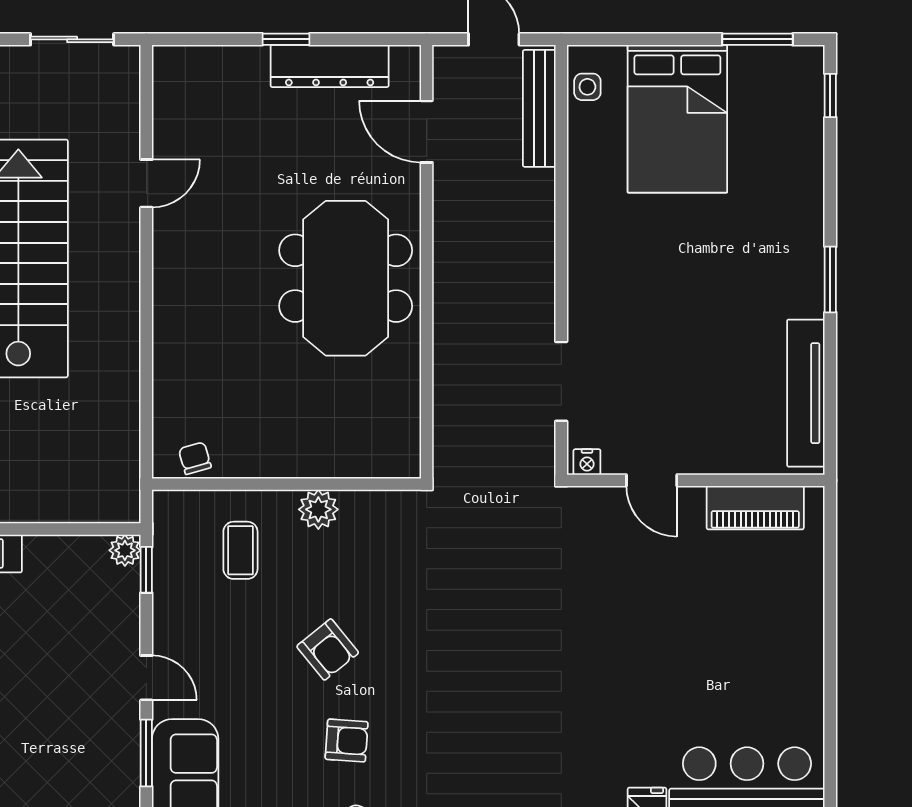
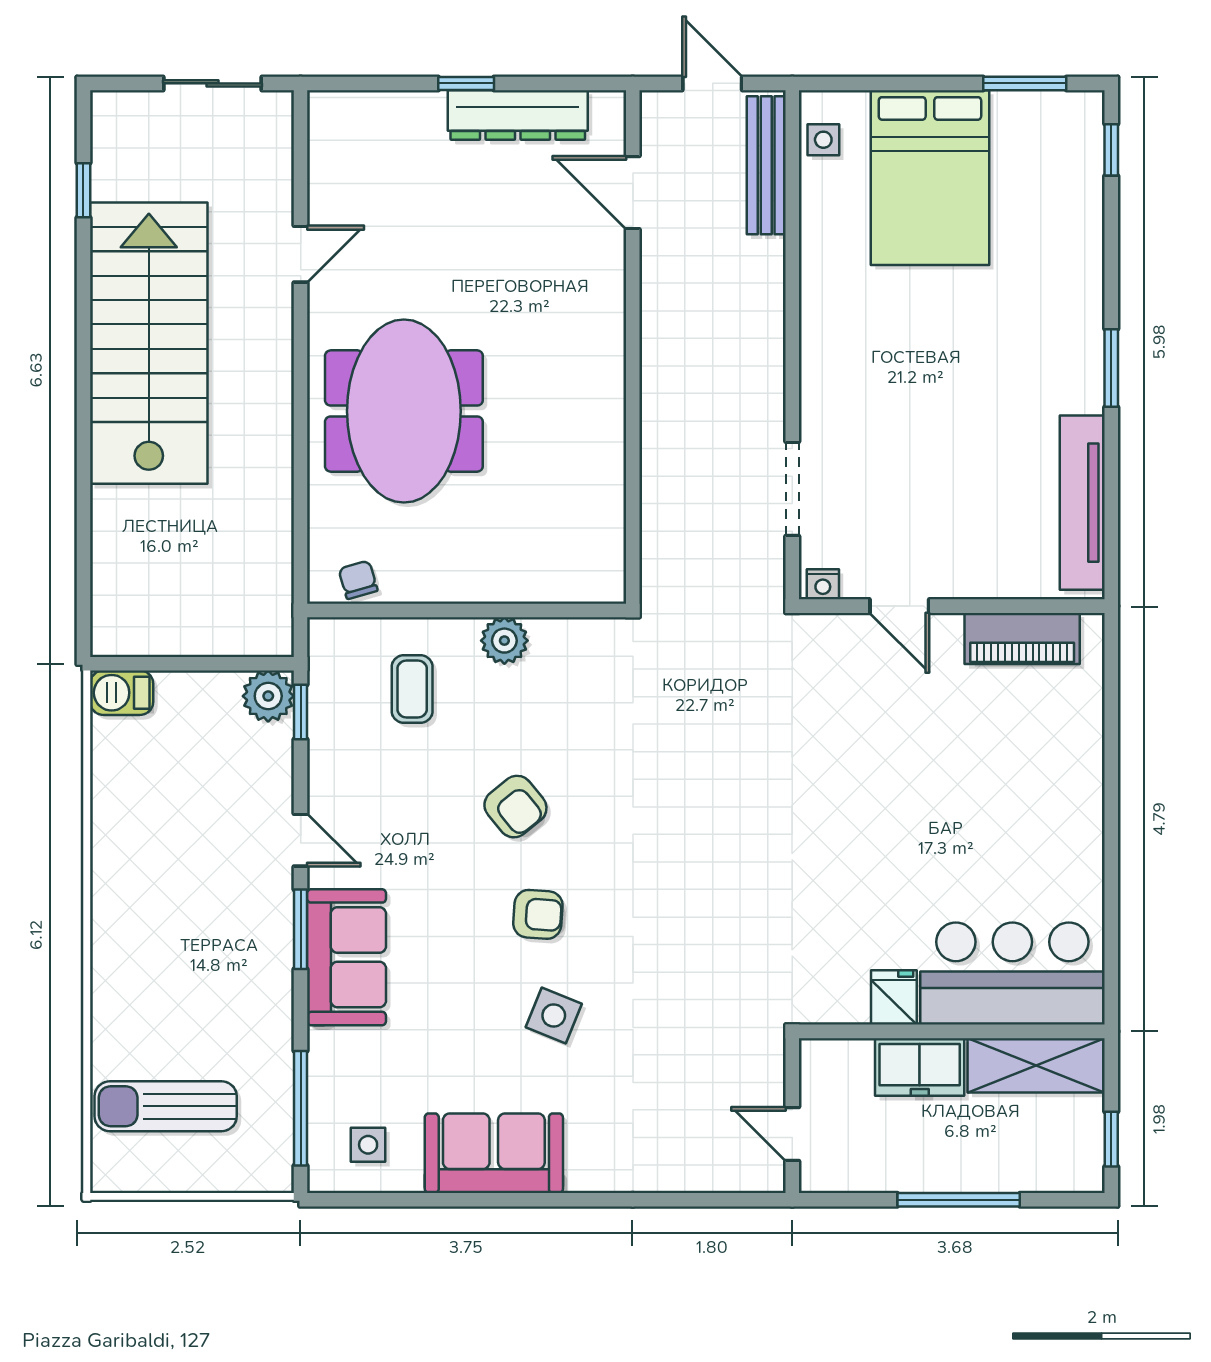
meeting table: (346, 278) -> (404, 411), moved
plant: (125, 550) -> (268, 696), width x1.38, depth x1.38

